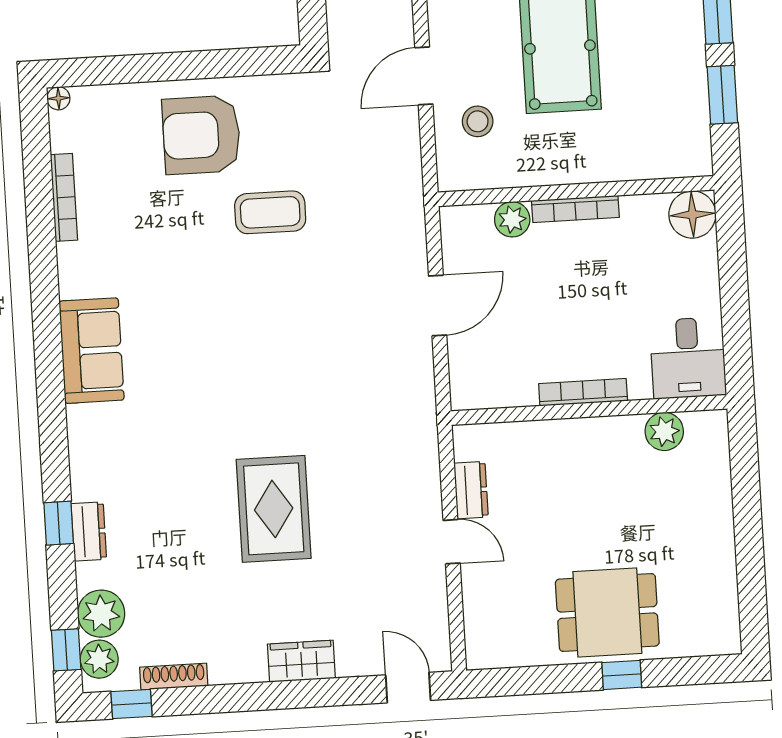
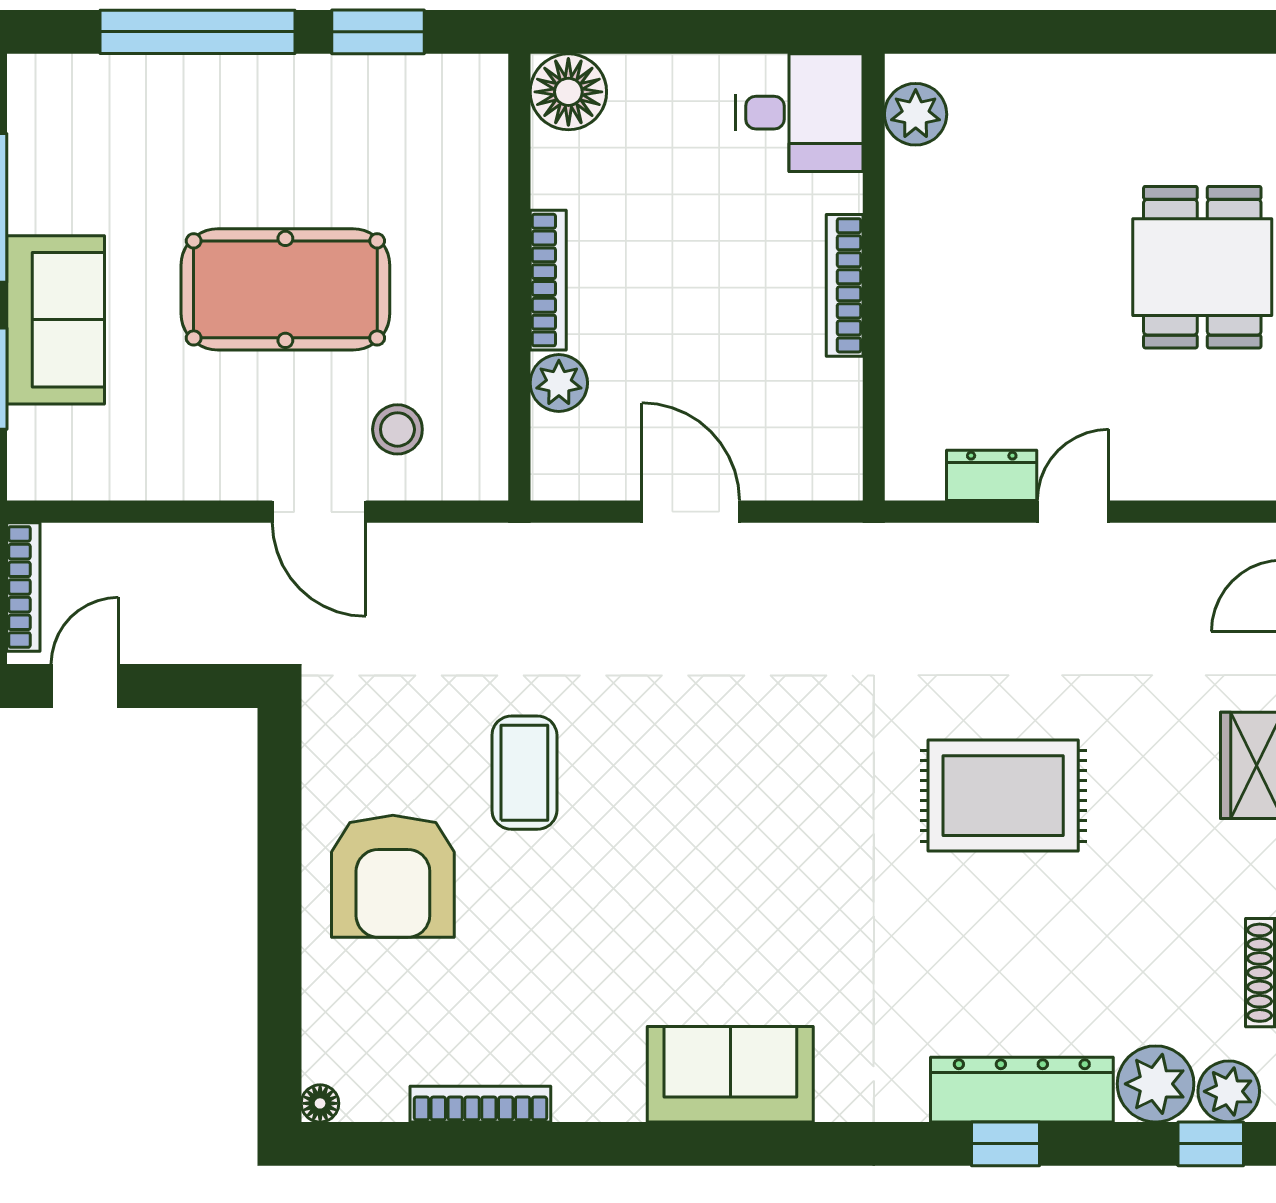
plant: (664, 431) -> (916, 114), moved
dresser: (89, 531) -> (1022, 1090), width x1.96, depth x1.24

